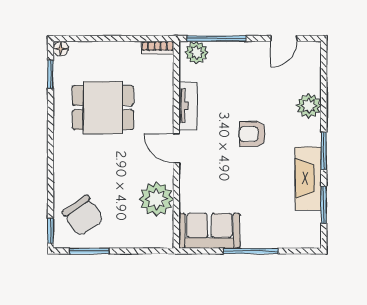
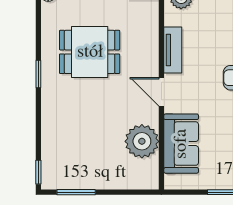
window: (51, 74) -> (38, 74), moved
chair: (83, 216) -> (70, 158), removed
sofa: (209, 231) -> (181, 144), moved, turned 90

